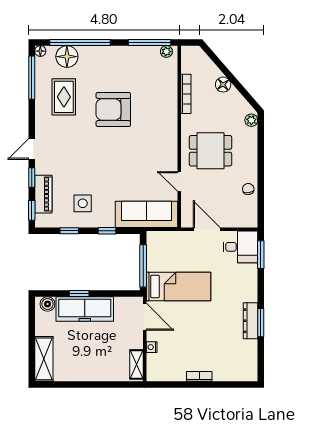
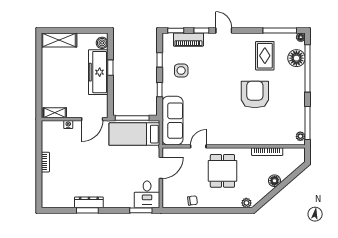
rug: (64, 97) -> (265, 56), turned 90
bed: (178, 286) -> (134, 134), moved, turned 90

